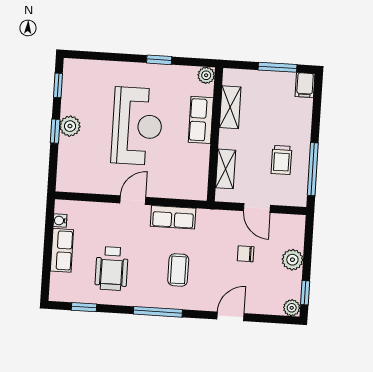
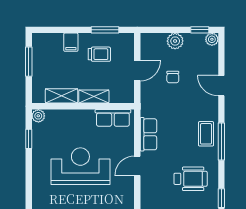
window: (159, 60) -> (29, 139), moved
filing cabinet: (305, 85) -> (71, 42), moved, turned 90
row of seats: (201, 120) -> (113, 118), moved
shelving: (226, 169) -> (94, 96), moved
window: (313, 169) -> (105, 30), width x0.69
door: (133, 200) -> (137, 166), hinge flipped
coffee table: (178, 270) -> (206, 134), moved, turned 90

